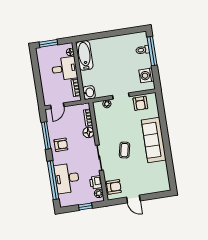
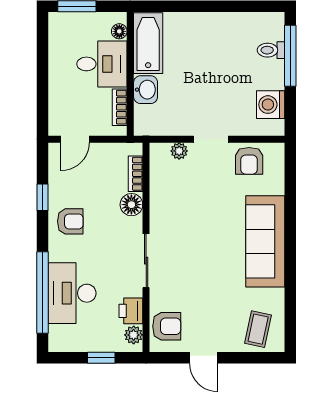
washbasin: (89, 93) -> (146, 90), moved
window: (46, 135) -> (42, 197), width x0.46
coffee table: (124, 150) -> (258, 329), moved

